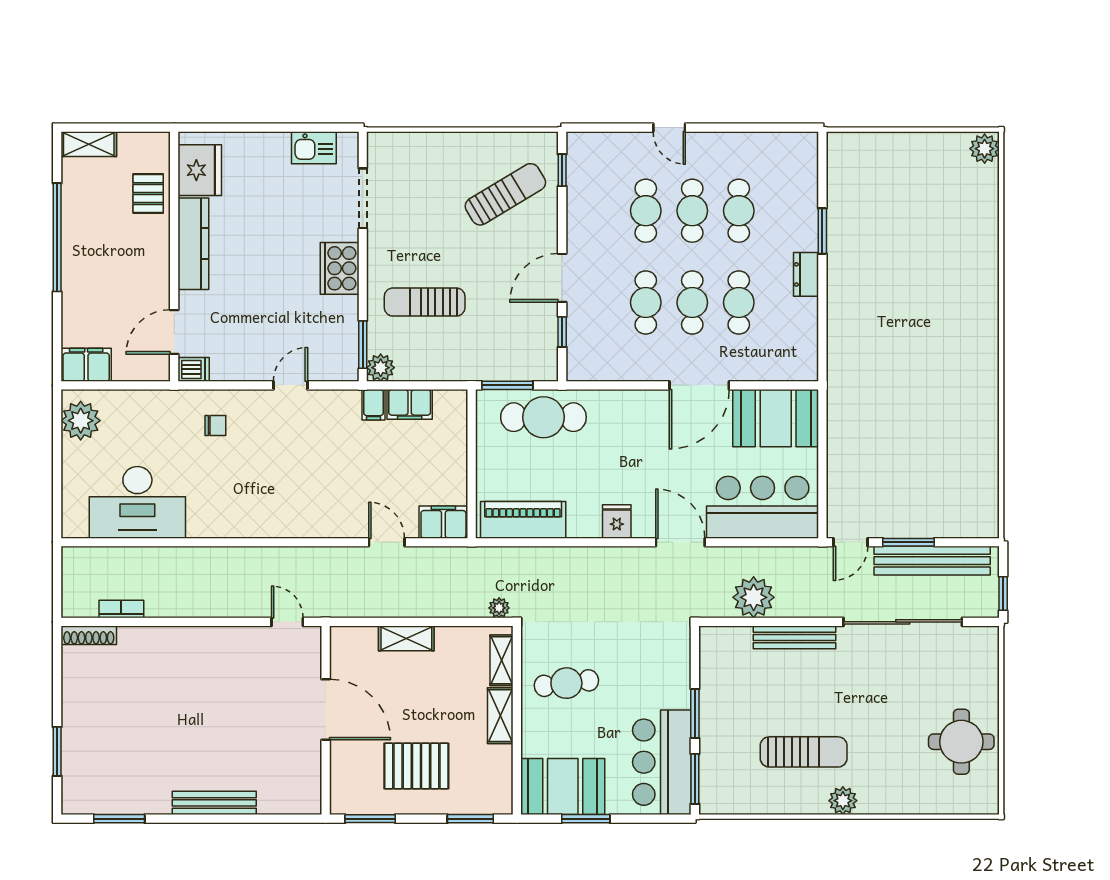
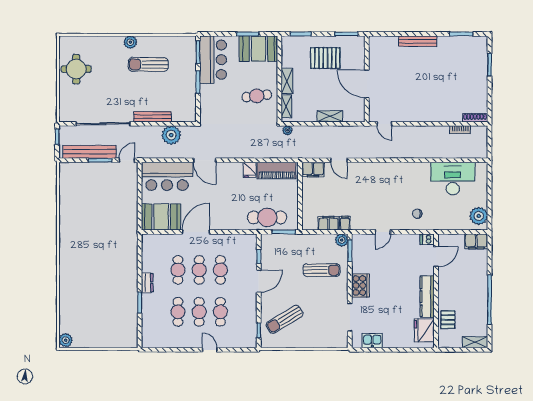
fridge: (617, 521) -> (250, 170), moved

